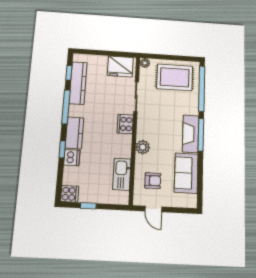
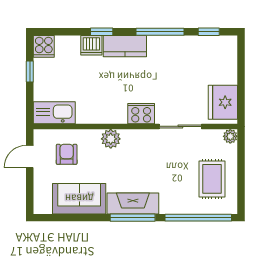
rug: (175, 77) -> (212, 179), width x0.73, depth x0.70
kitchen counter: (78, 83) -> (195, 45), removed
kitchen sink: (122, 174) -> (54, 113), moved
armchair: (153, 181) -> (67, 154), turned 180

